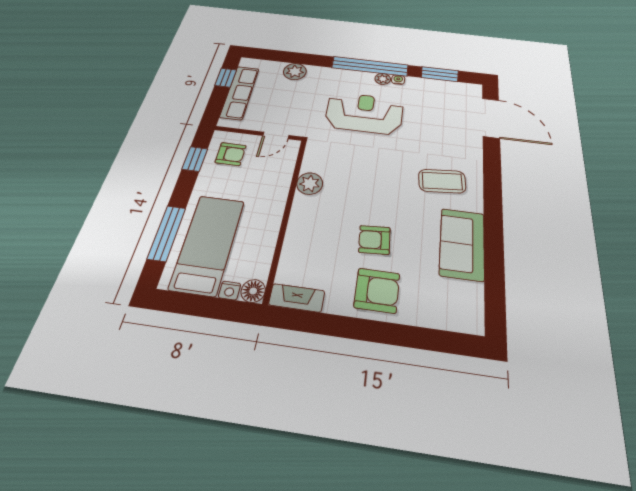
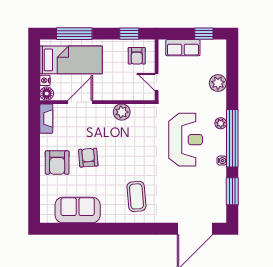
plant: (383, 79) -> (221, 123), moved
row of seats: (240, 92) -> (183, 48), width x0.68
door: (281, 239) -> (80, 102), added
sofa: (462, 244) -> (78, 210), moved

